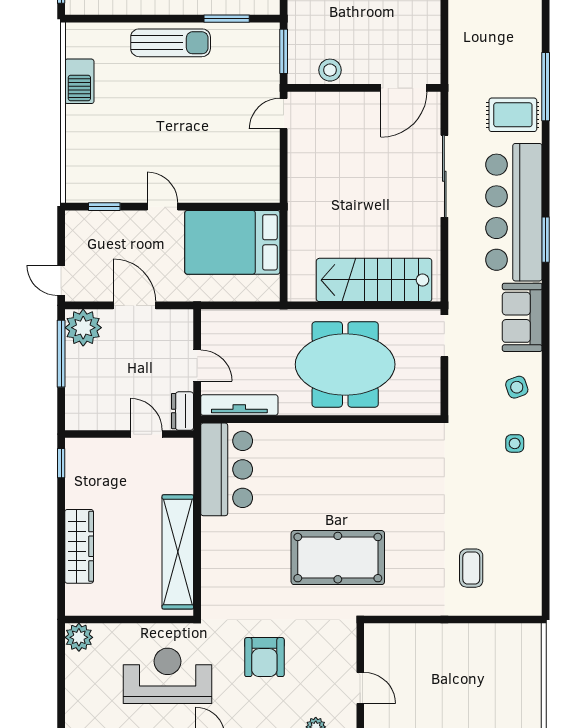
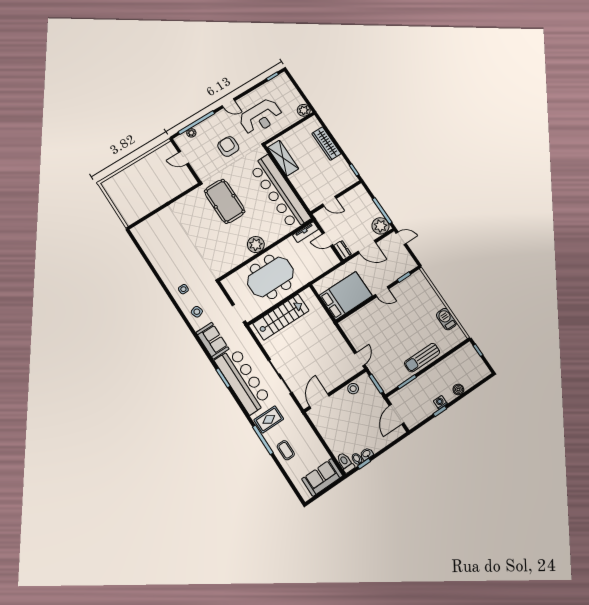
tv unit: (239, 405) -> (306, 232), width x0.71
dresser: (182, 411) -> (343, 250), moved
plant: (333, 441) -> (256, 245), added
bar counter: (227, 469) -> (280, 192), width x1.86
shelving: (178, 552) -> (283, 158), width x0.68
pool table: (338, 558) -> (225, 201), turned 90
coffee table: (471, 568) -> (286, 450), moved

